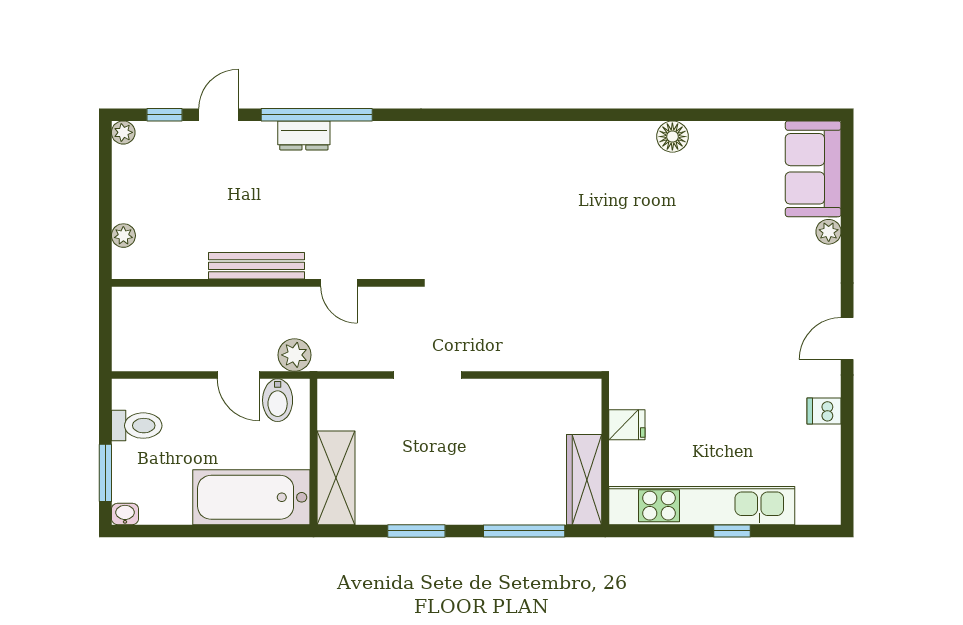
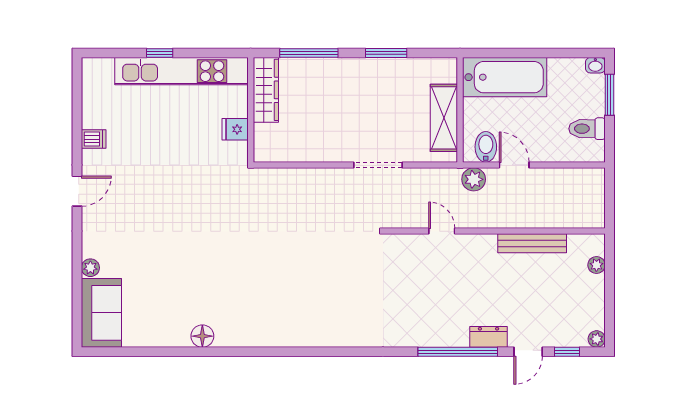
dresser: (304, 135) -> (488, 337), moved
bench: (256, 266) -> (532, 243), moved
shelving: (336, 478) -> (444, 118), moved

